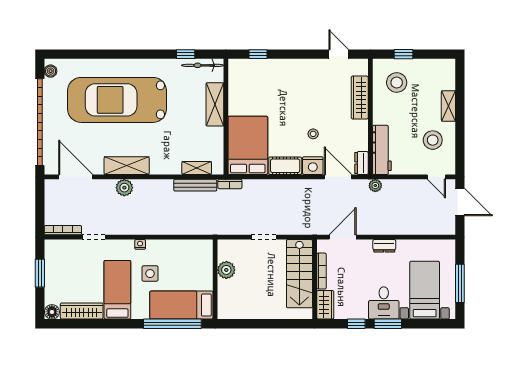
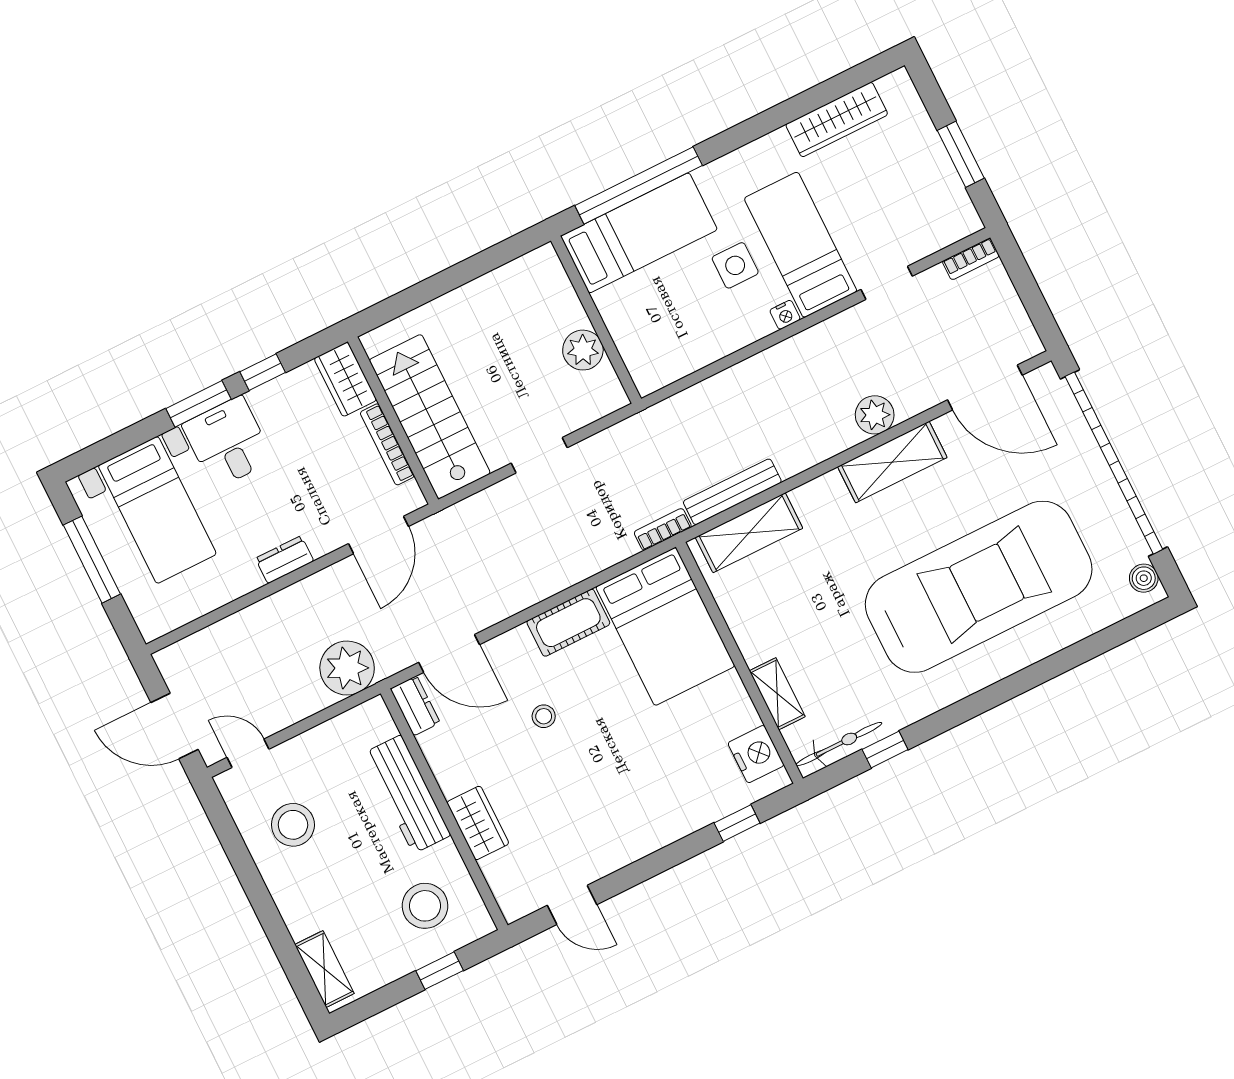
wardrobe: (360, 98) -> (478, 823), width x0.67
shelving: (215, 104) -> (777, 694), width x0.67, depth x0.75
shelving: (448, 106) -> (324, 969), moved
workbench: (382, 150) -> (407, 794), moved
nightstand: (313, 166) -> (756, 754), moved, turned 90
shelving: (197, 168) -> (749, 533), width x1.50, depth x1.33
plant: (375, 186) -> (347, 668), width x1.88, depth x1.88
bookcase: (63, 230) -> (971, 259), width x0.64
bed: (117, 290) -> (801, 245), moved, turned 180
floor lamp: (52, 312) -> (897, 88), removed

